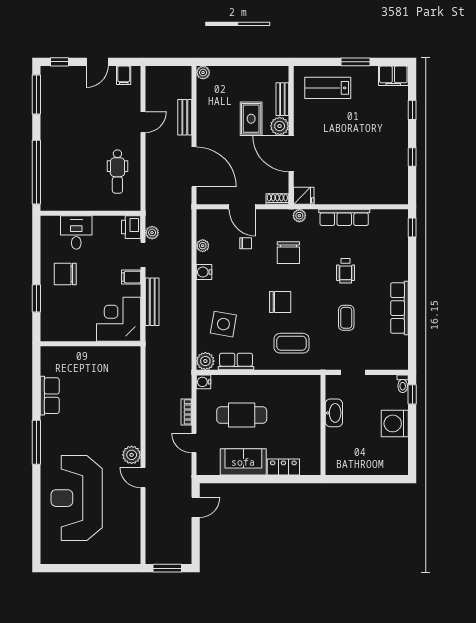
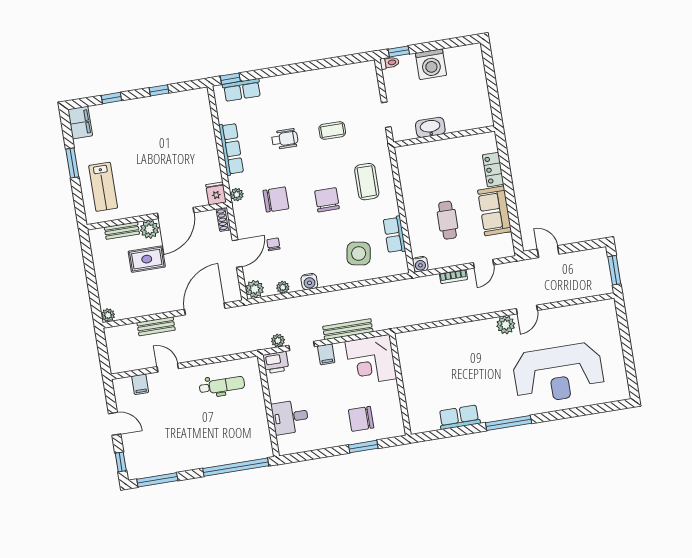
filing cabinet: (124, 75) -> (140, 384), moved, turned 90
chair: (65, 274) -> (361, 419), moved, turned 90
row of seats: (399, 308) -> (242, 90), moved, width x0.68
plant: (205, 361) -> (255, 289), moved
cafe table: (242, 415) -> (448, 220), width x0.73, depth x0.74

